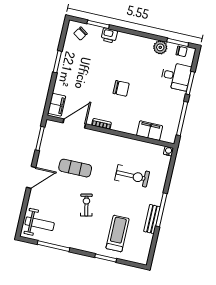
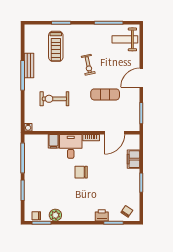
desk: (176, 76) -> (71, 146), moved, turned 90
filing cabinet: (57, 105) -> (133, 159), moved
filing cabinet: (150, 131) -> (53, 141), width x0.50

